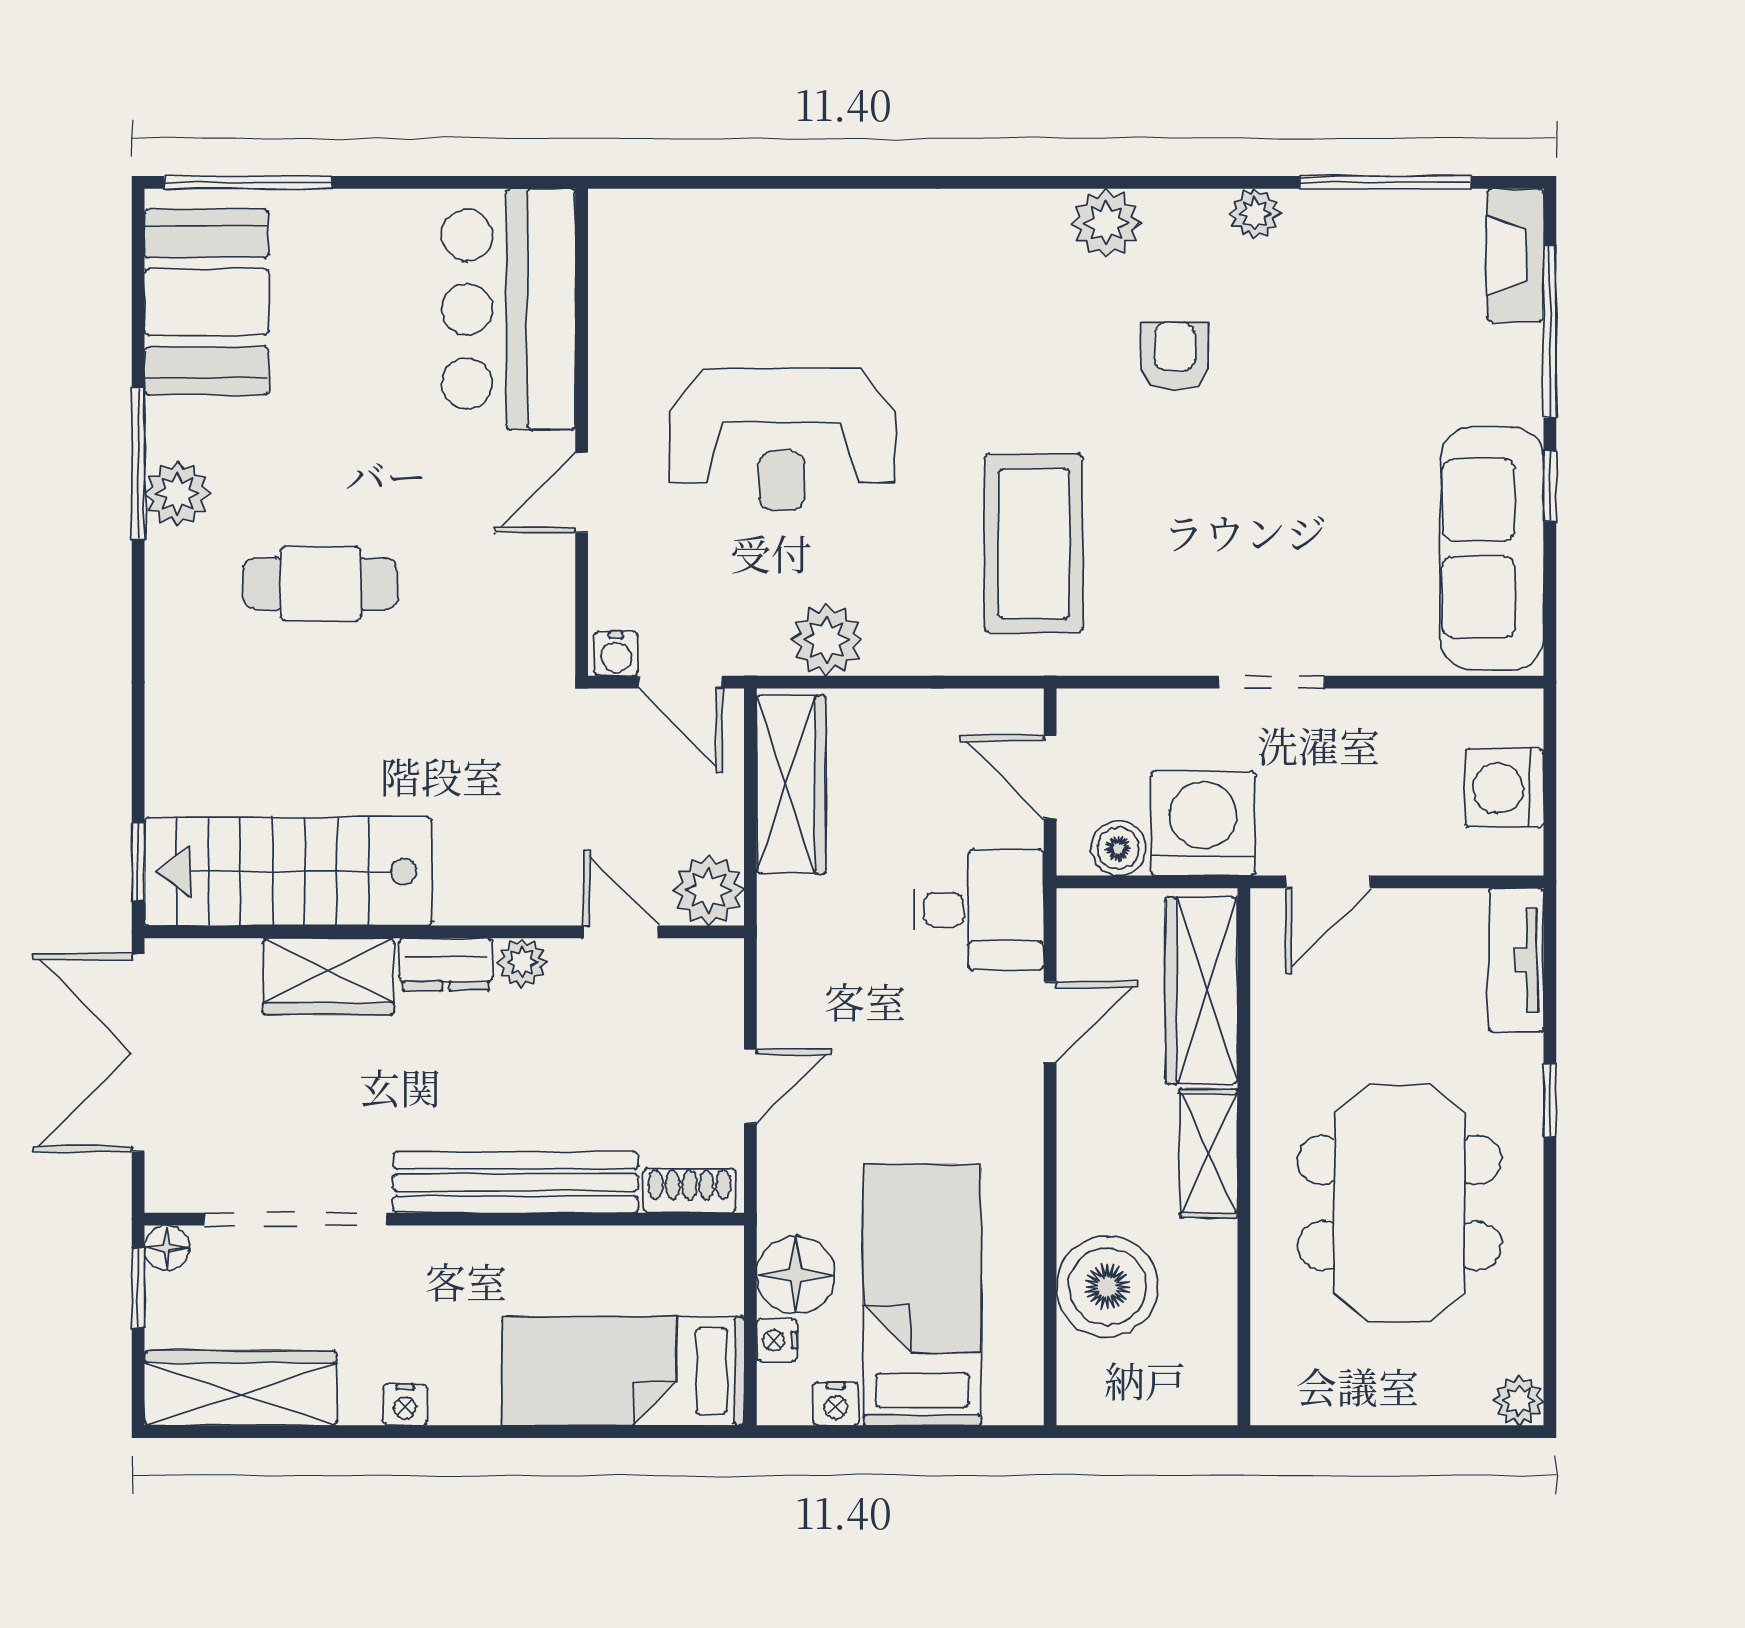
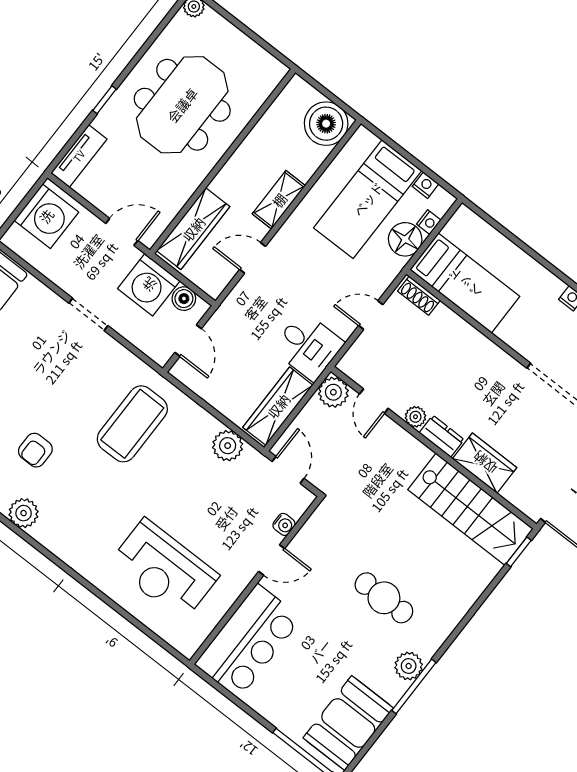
reception desk: (782, 440) -> (164, 570), moved, turned 180
water cooler: (616, 654) -> (284, 524), moved, turned 90
washing machine: (1504, 788) -> (46, 216), width x1.37, depth x1.37
desk: (979, 910) -> (308, 346), moved, turned 180
shelving: (1209, 1153) -> (279, 200), moved
bench: (516, 1182) -> (475, 344), removed
boiler: (1107, 1287) -> (326, 124), moved
bed: (623, 1371) -> (465, 283), moved

